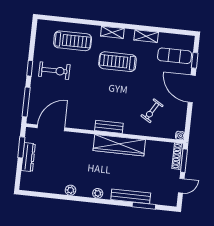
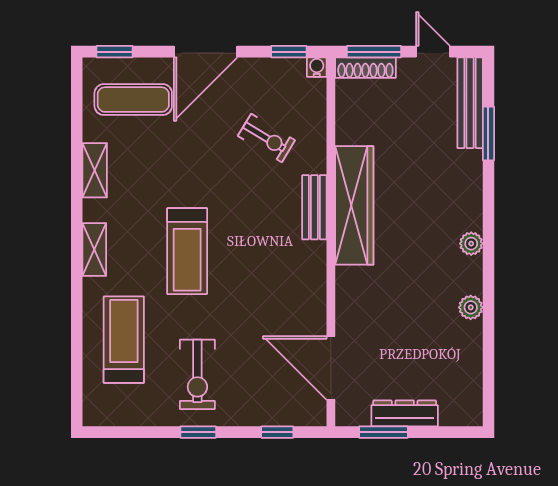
exercise mat: (175, 56) -> (133, 100), turned 90
window: (195, 60) -> (115, 52), moved
treadmill: (118, 62) -> (187, 251), moved
exercise bike: (54, 71) -> (197, 374), turned 180
window: (26, 102) -> (277, 432), width x0.46
window: (188, 124) -> (289, 52), added
bench: (109, 127) -> (314, 207), moved
bench: (131, 196) -> (470, 103), moved

